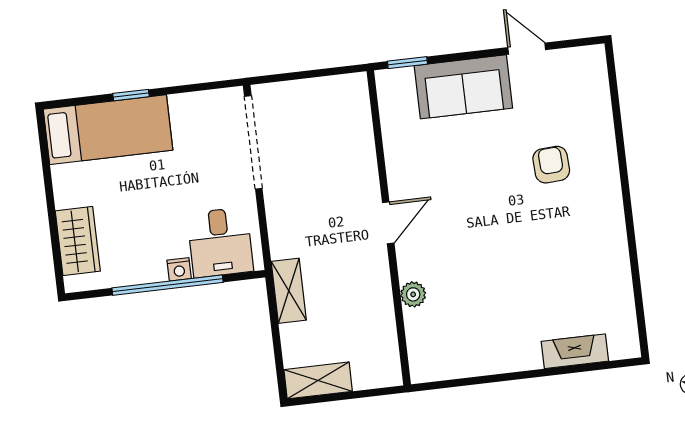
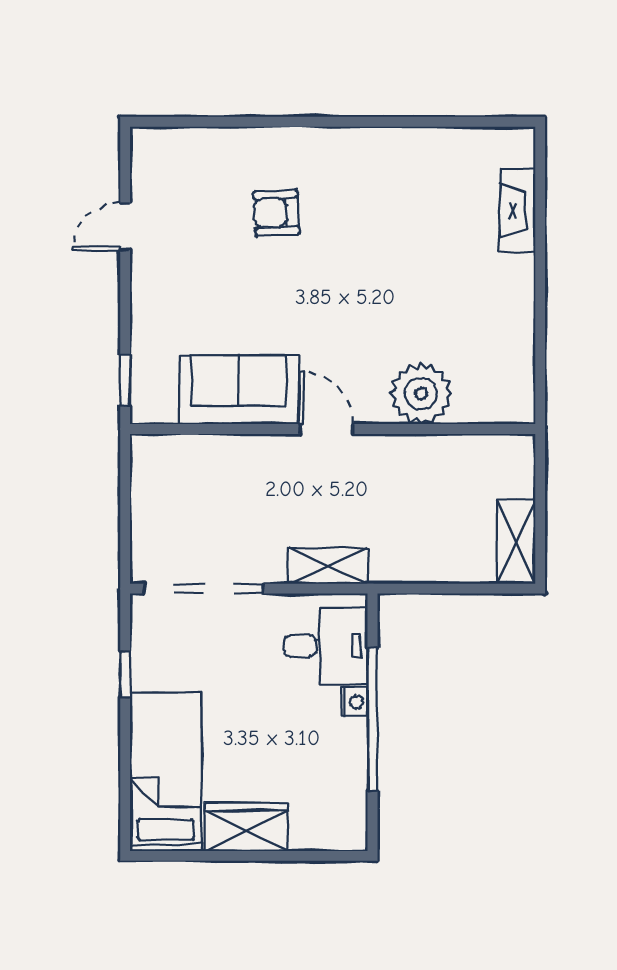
sofa: (463, 87) -> (239, 390), moved, turned -90
window: (131, 95) -> (125, 674), moved
wardrobe: (78, 241) -> (246, 827), moved
shelving: (289, 291) -> (328, 566), moved
plant: (413, 294) -> (421, 394), width x1.88, depth x1.88

